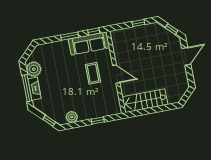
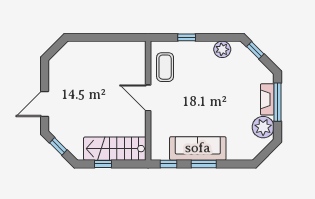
sofa: (89, 43) -> (198, 148), moved
coffee table: (93, 73) -> (165, 67), moved
stairs: (145, 101) -> (115, 149), moved, turned 180

